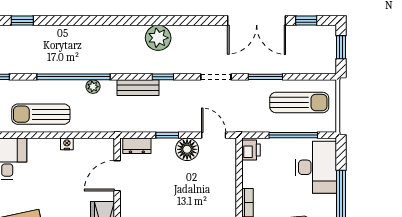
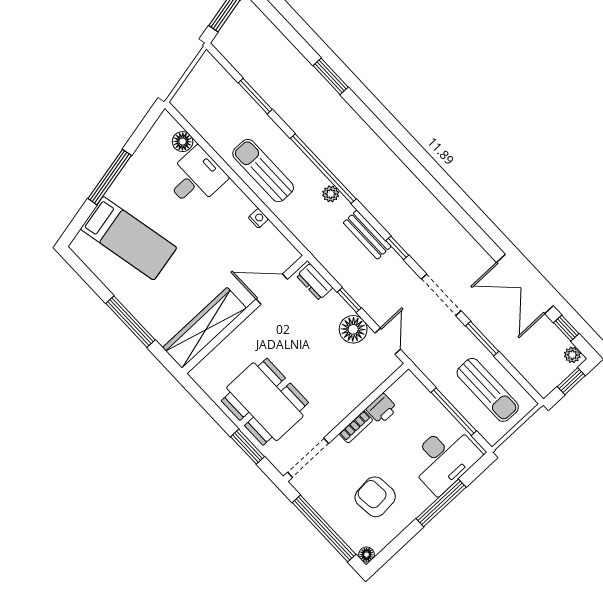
window: (22, 21) -> (331, 76), width x1.50
plant: (158, 38) -> (572, 355), moved, width x0.53, depth x0.53
doorway: (216, 77) -> (441, 295), width x1.38
printer: (251, 150) -> (382, 409), moved

